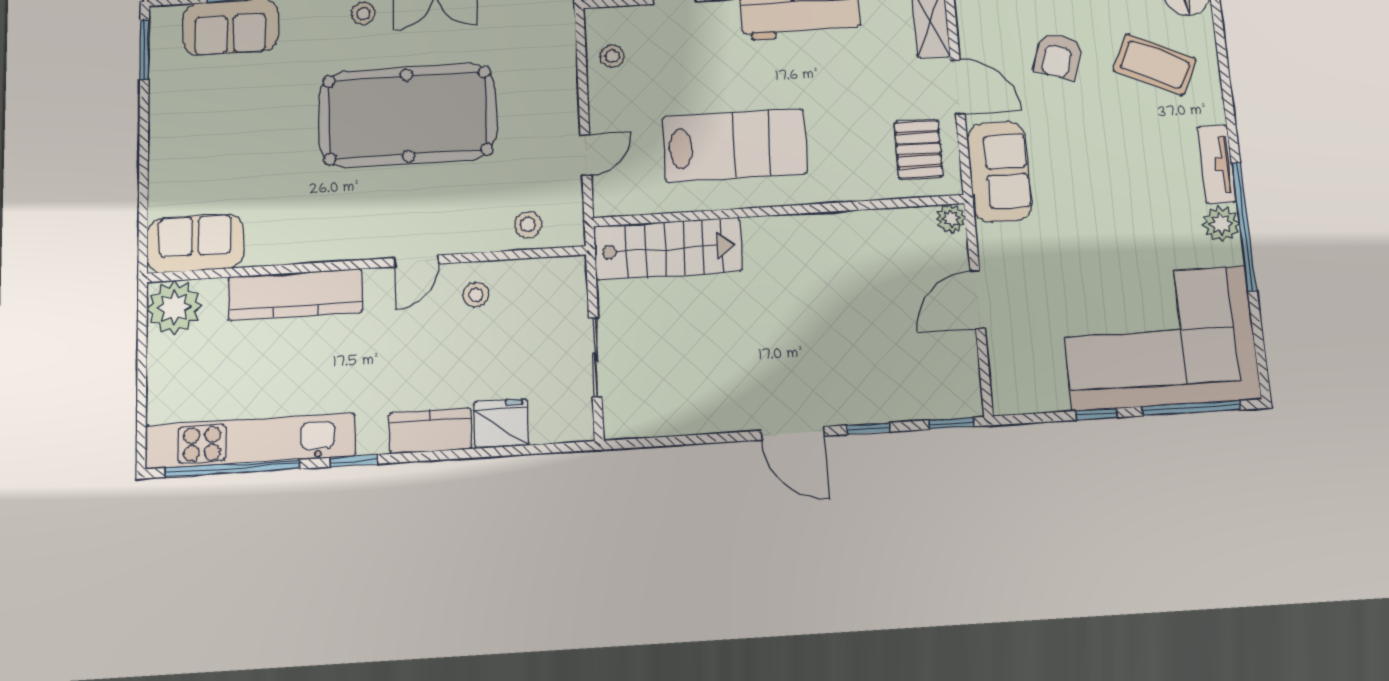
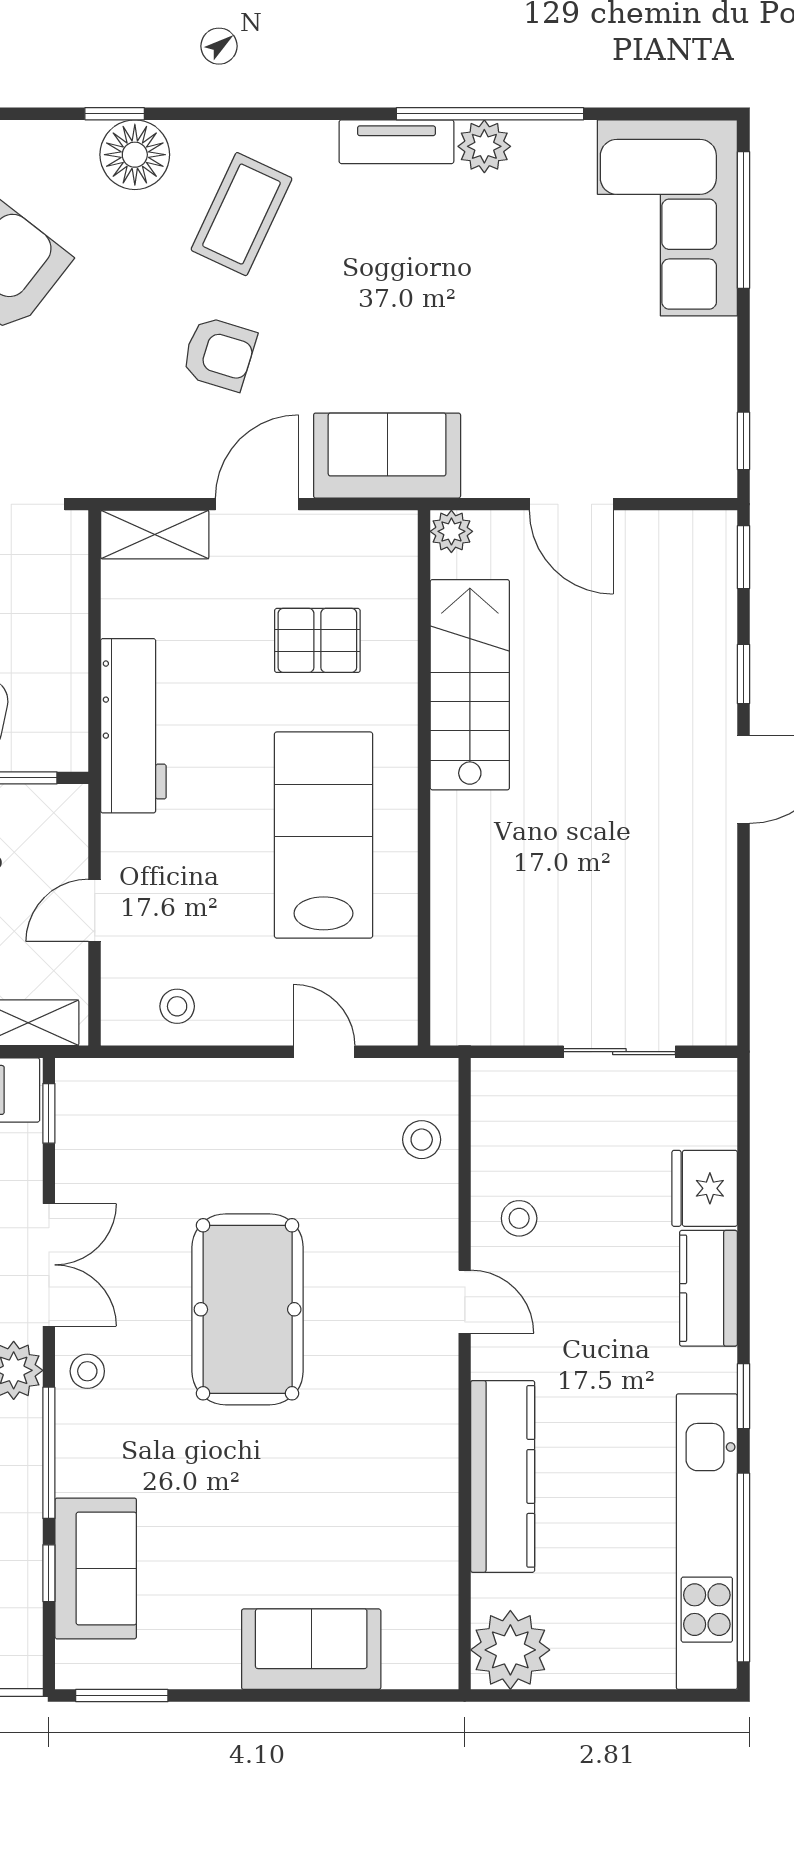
pool table: (408, 115) -> (248, 1309), width x0.73, depth x0.76
pallet: (918, 149) -> (317, 640), moved
sofa: (195, 243) -> (311, 1649), moved, turned 90
stairs: (668, 249) -> (470, 685), moved
corner sofa: (1159, 338) -> (667, 218), width x0.73, depth x0.74
window: (1097, 414) -> (743, 441), moved

